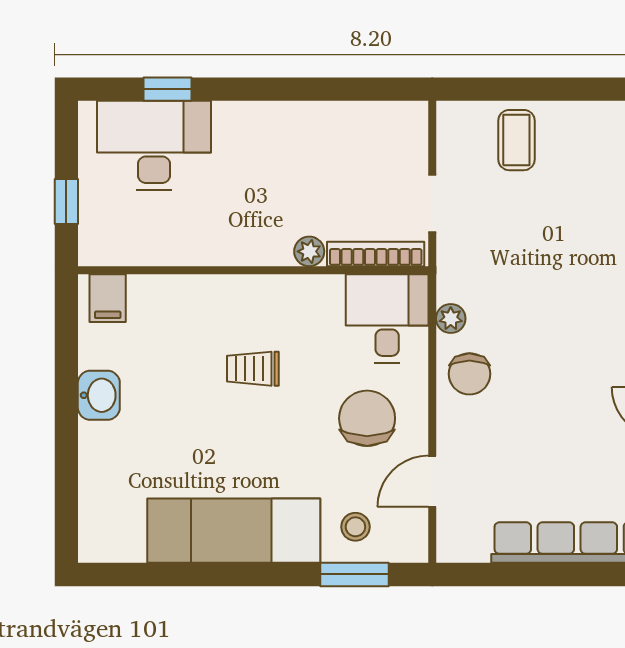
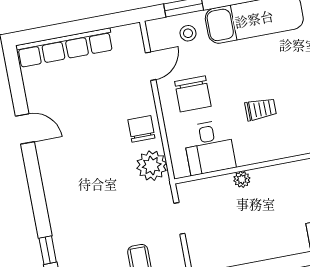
bookcase: (376, 254) -> (205, 185), removed
desk: (387, 319) -> (209, 147), moved
plant: (451, 319) -> (152, 166), width x1.88, depth x1.88

